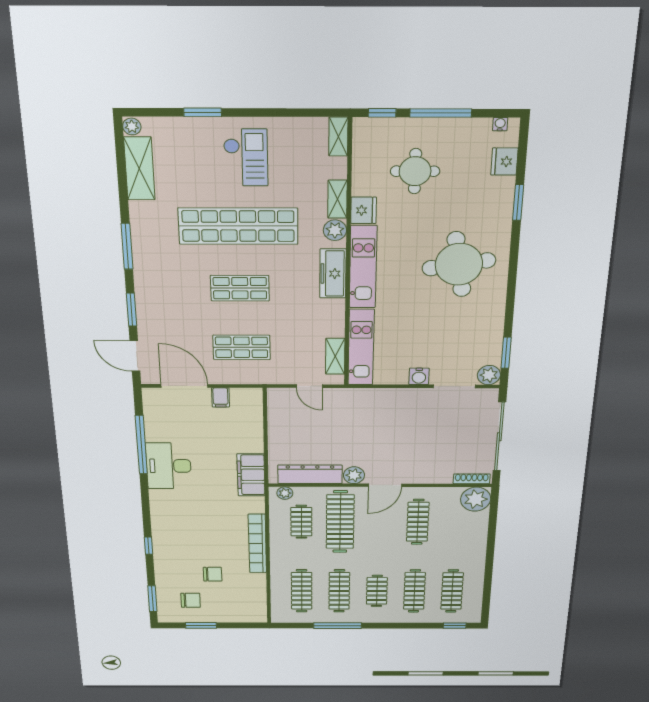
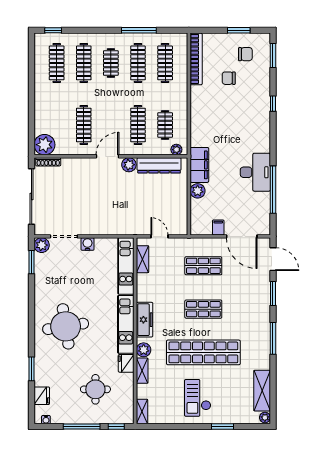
plant: (253, 443) -> (198, 191), added
clothes rail: (340, 522) -> (138, 125), width x0.73, depth x0.76
bookcase: (257, 544) -> (196, 59), moved
chair: (191, 600) -> (245, 54), turned 180

